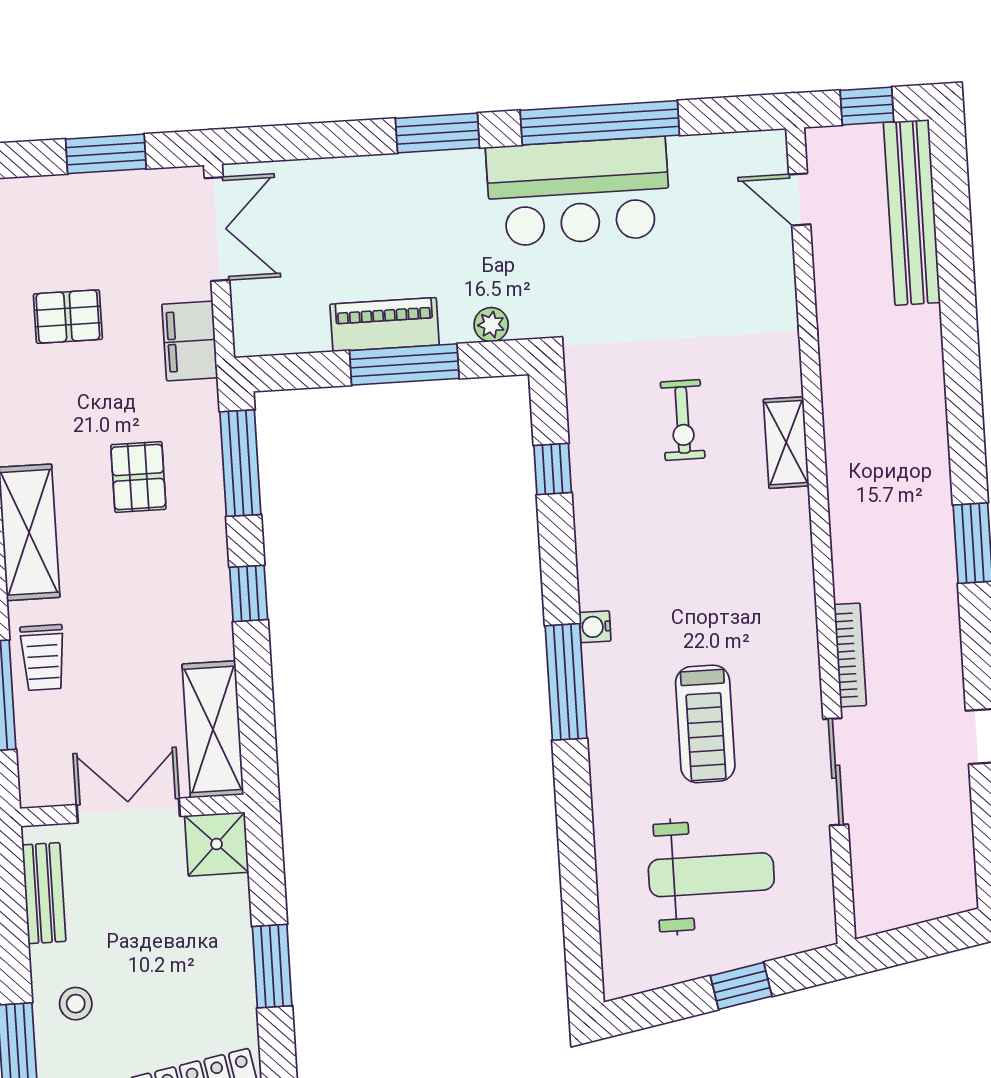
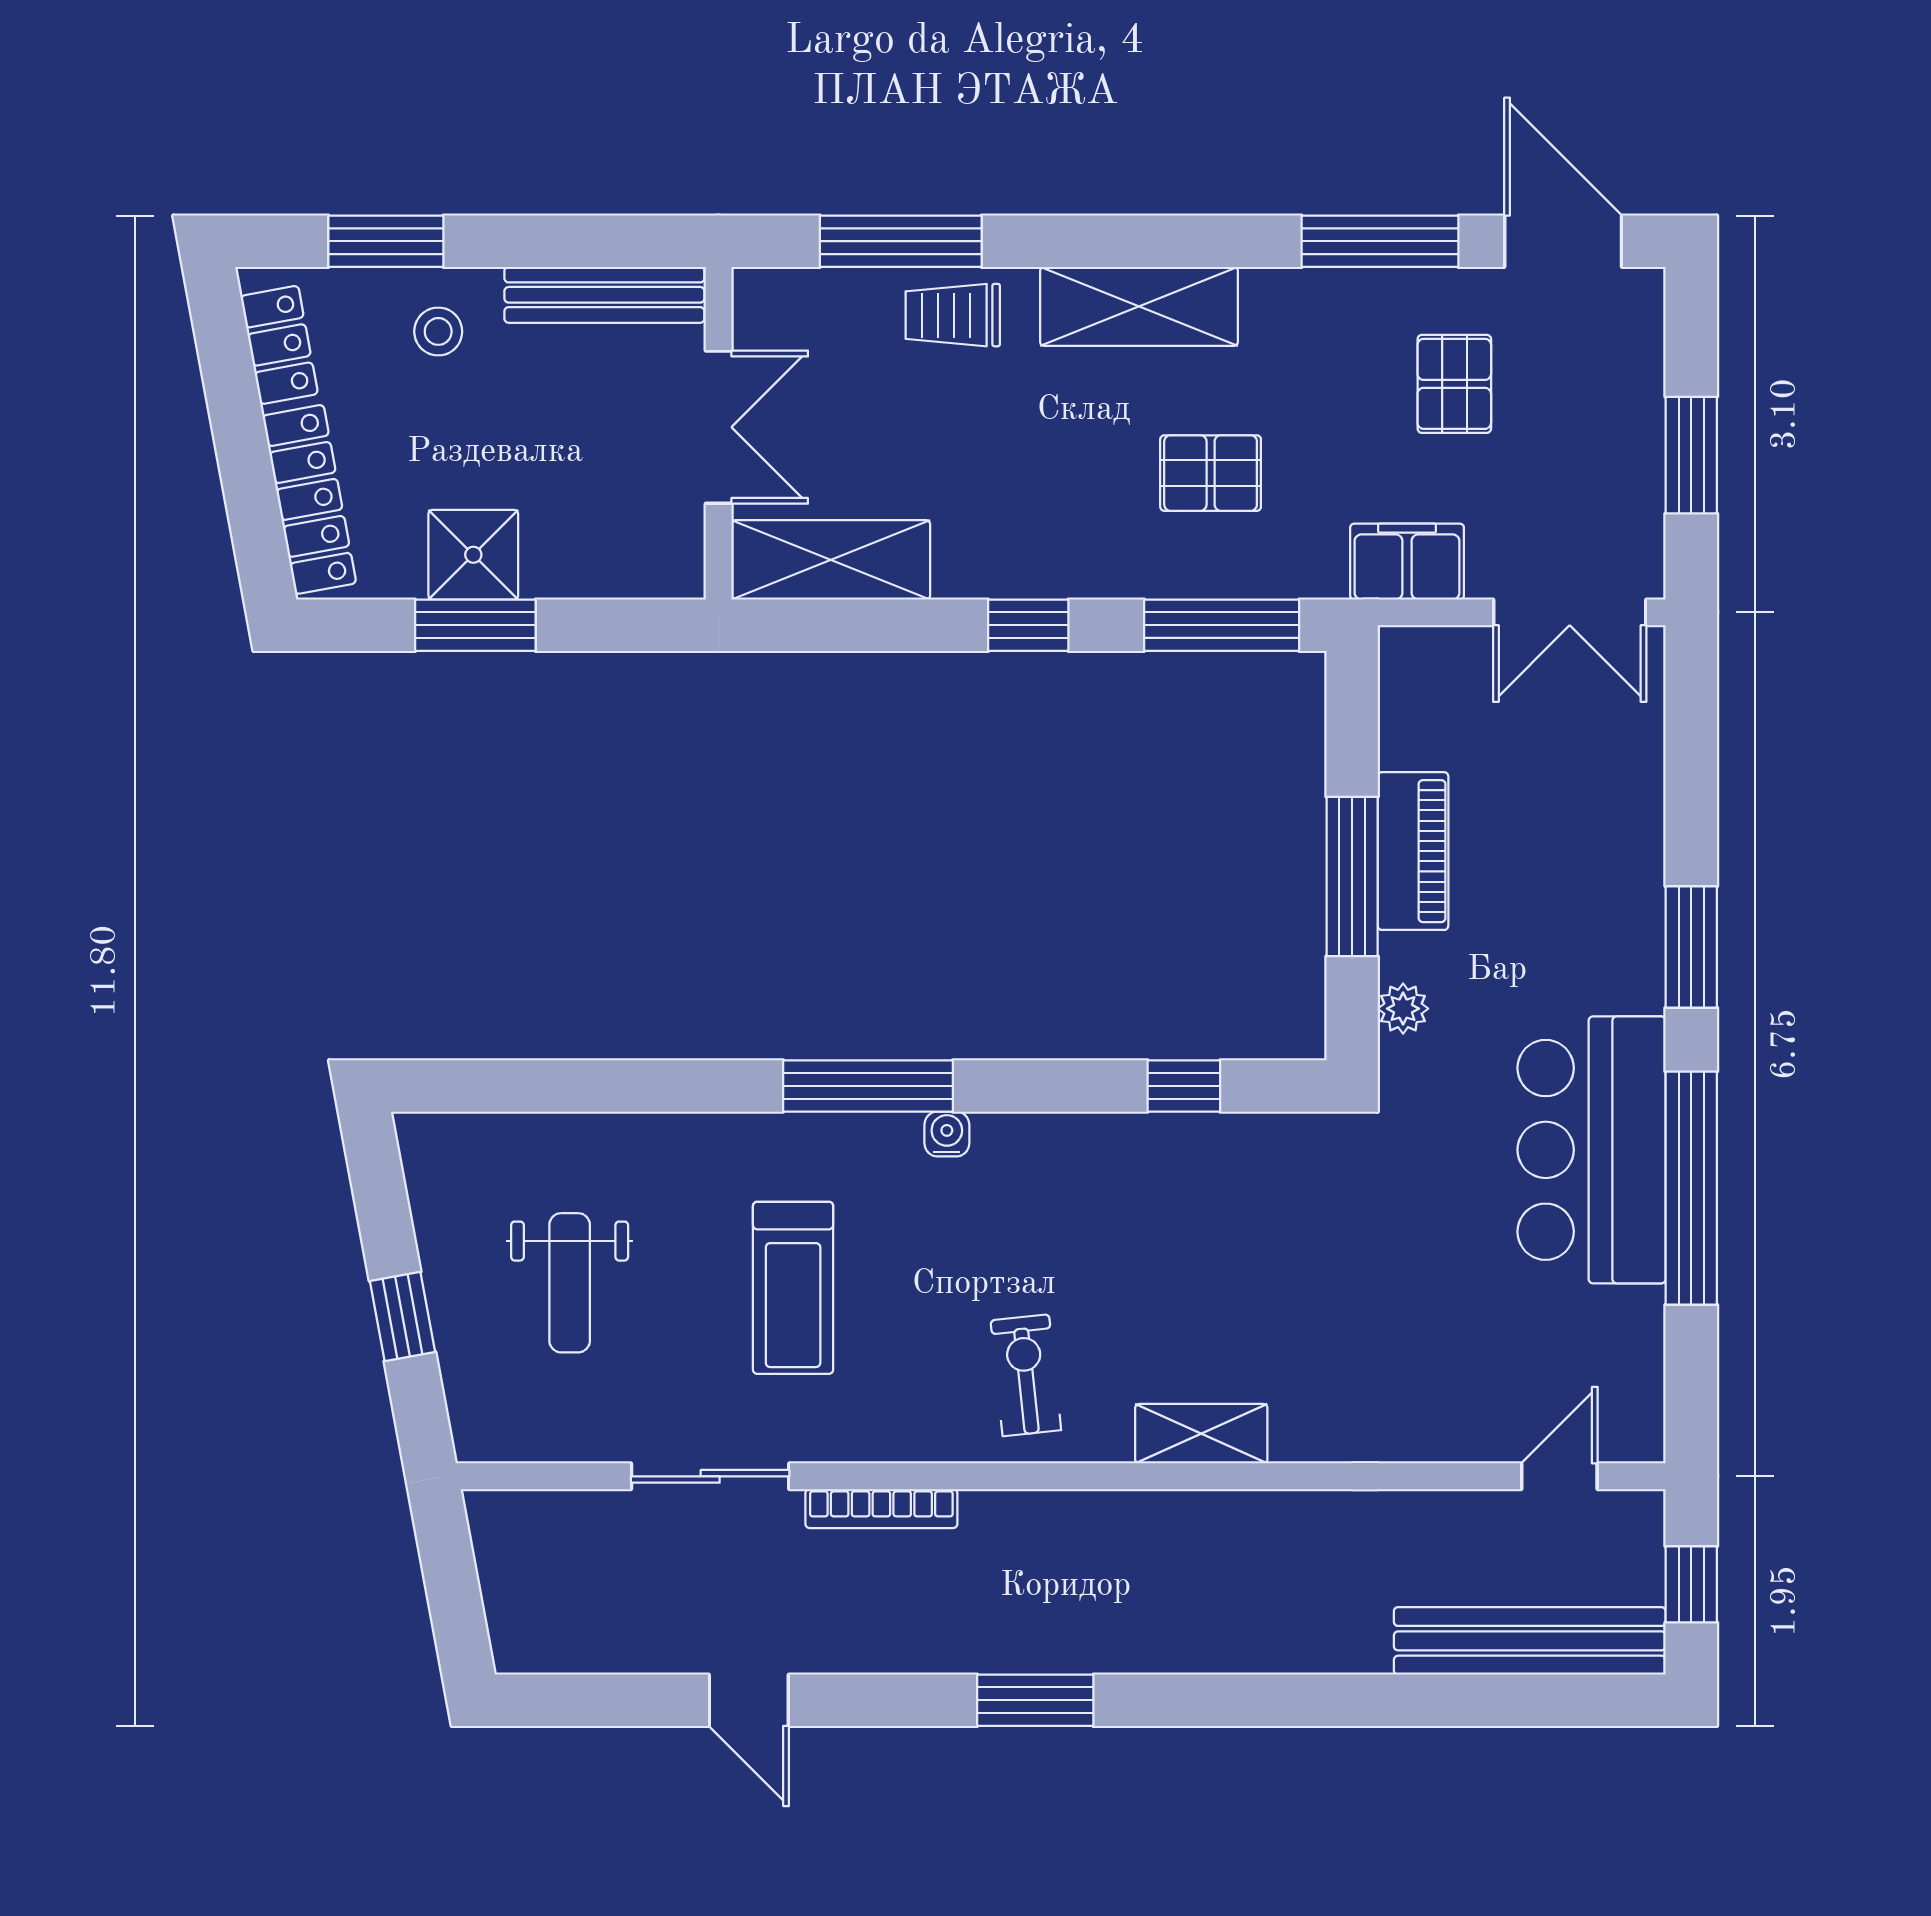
exercise bike: (683, 420) -> (1026, 1375), moved, turned 84
treadmill: (705, 724) -> (793, 1288), turned -90
shower: (217, 844) -> (473, 555), moved
weight bench: (711, 875) -> (570, 1283), width x0.73, depth x0.75
bench: (44, 893) -> (604, 295), width x1.36

